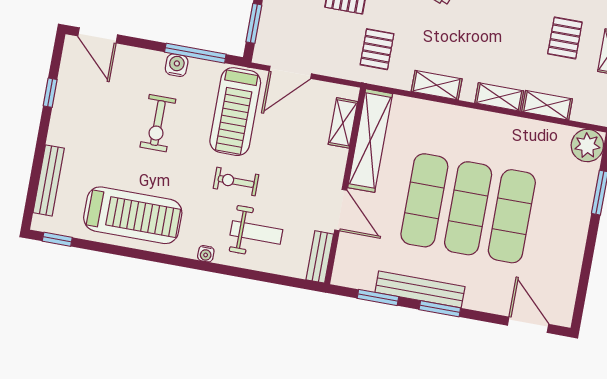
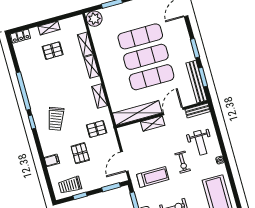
door: (290, 72) -> (124, 161), swing flipped
treadmill: (235, 112) -> (153, 177), width x0.73, depth x0.73
shelving: (343, 123) -> (153, 123), moved
weight bench: (256, 232) -> (200, 143), turned 180
bench: (420, 289) -> (197, 82), moved

